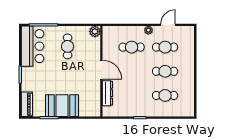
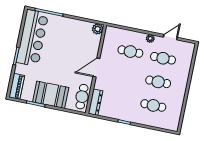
bar counter: (33, 46) -> (32, 38), width x1.36
cafe table: (68, 46) -> (82, 97), moved
door: (101, 70) -> (96, 67), swing flipped
dresser: (107, 93) -> (95, 102), moved

